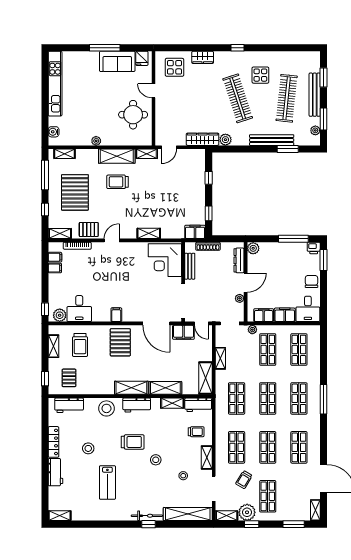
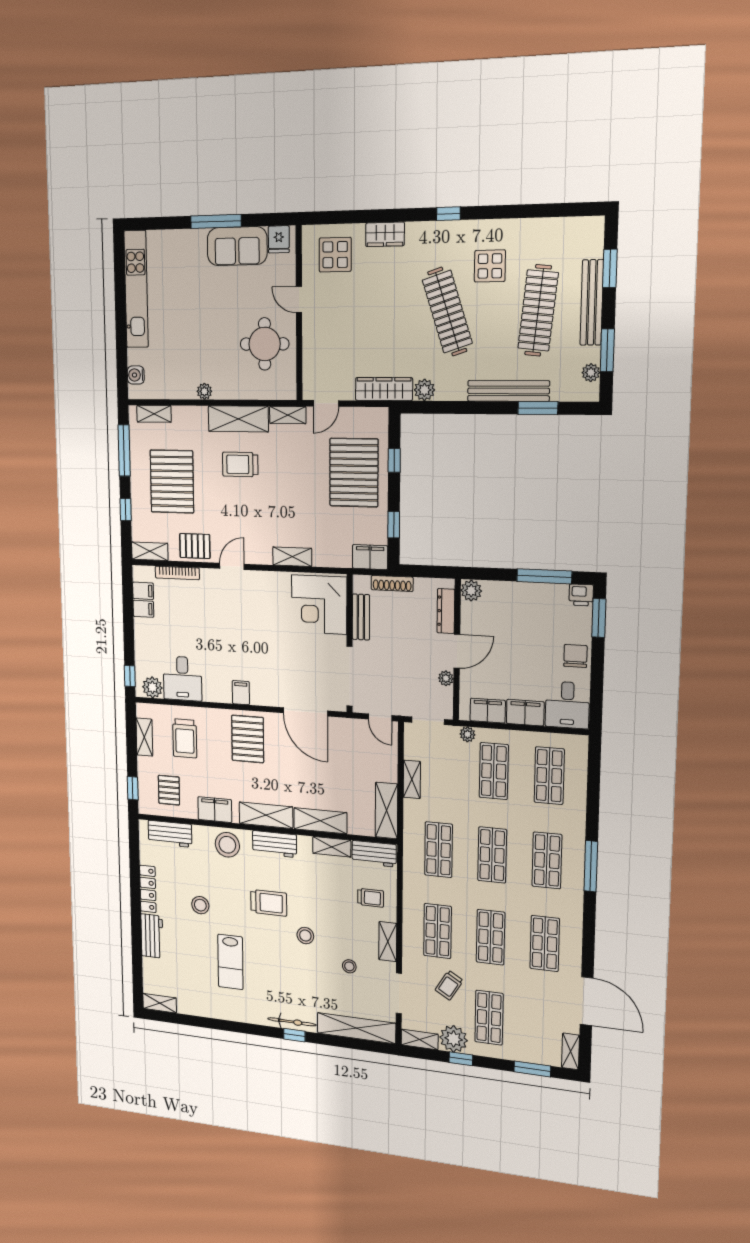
pallet: (185, 185) -> (354, 473), added
filing cabinet: (183, 332) -> (215, 810), moved, turned 180

